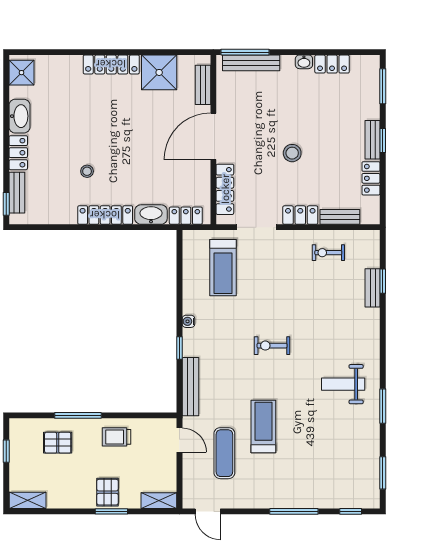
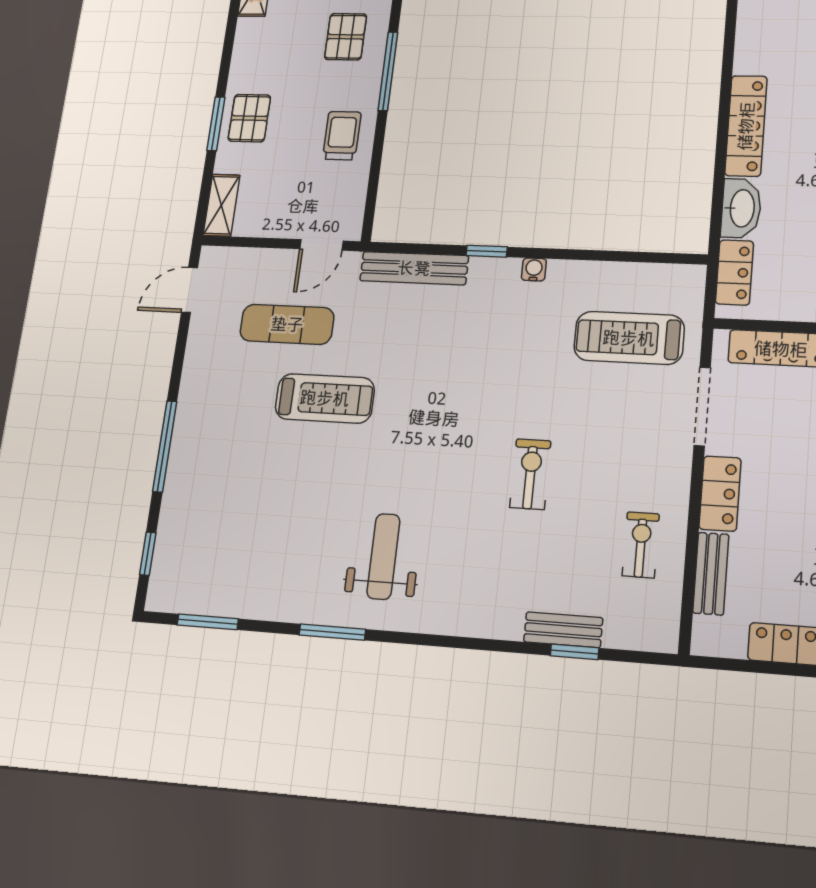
exercise bike: (272, 346) -> (530, 474), moved
pallet: (108, 492) -> (249, 118), turned 90

